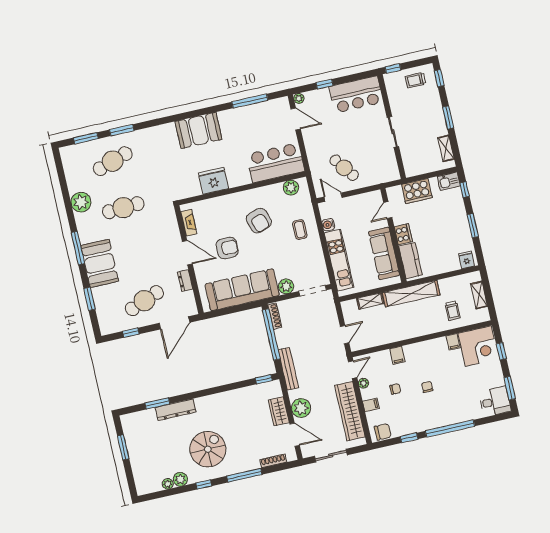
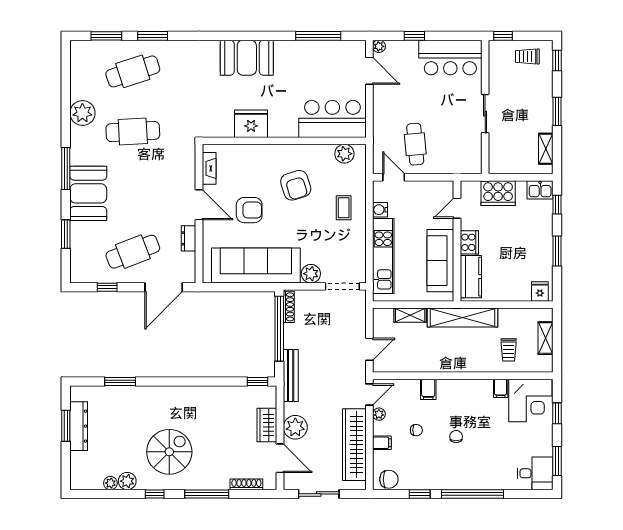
cafe table: (344, 168) -> (415, 144), turned 32
dresser: (176, 410) -> (79, 426), moved, turned -90

